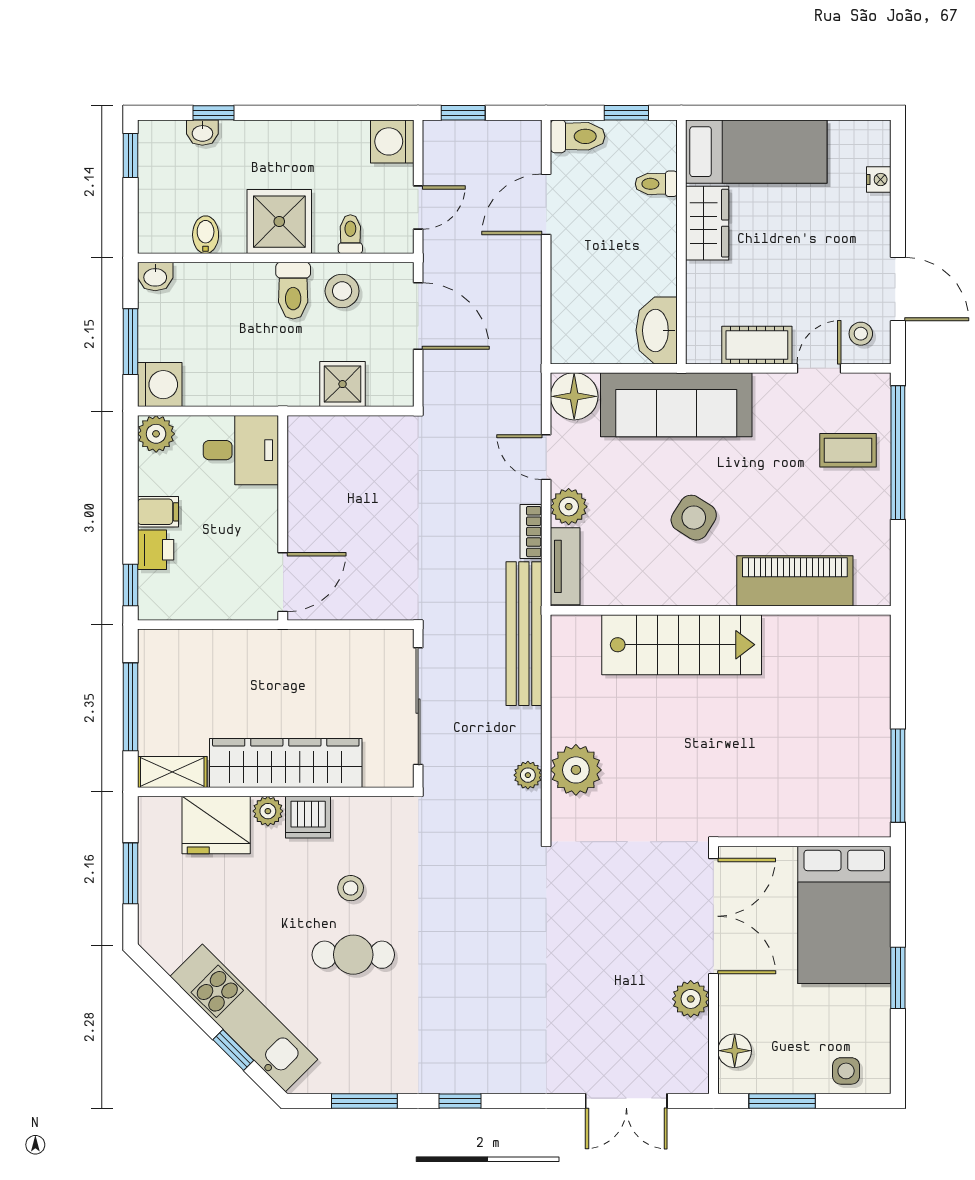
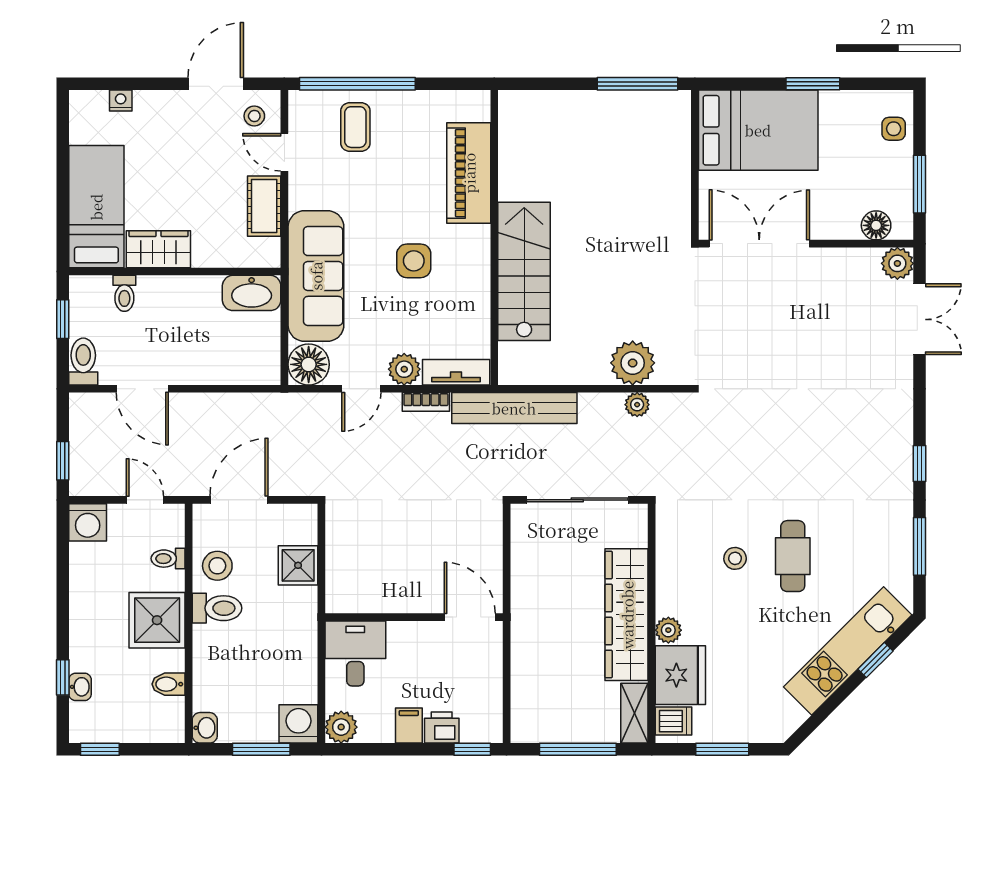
side table: (694, 518) -> (414, 261), turned -32
dishwasher: (308, 817) -> (674, 721), moved, width x0.73
plant: (691, 999) -> (897, 263), moved

